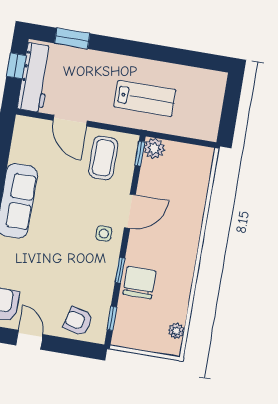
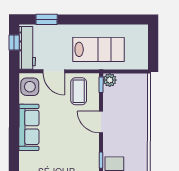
lab bench: (145, 98) -> (99, 49), width x1.36, depth x1.39
door: (130, 211) -> (101, 122), swing flipped
side table: (104, 234) -> (30, 87), moved, width x1.87, depth x1.87

